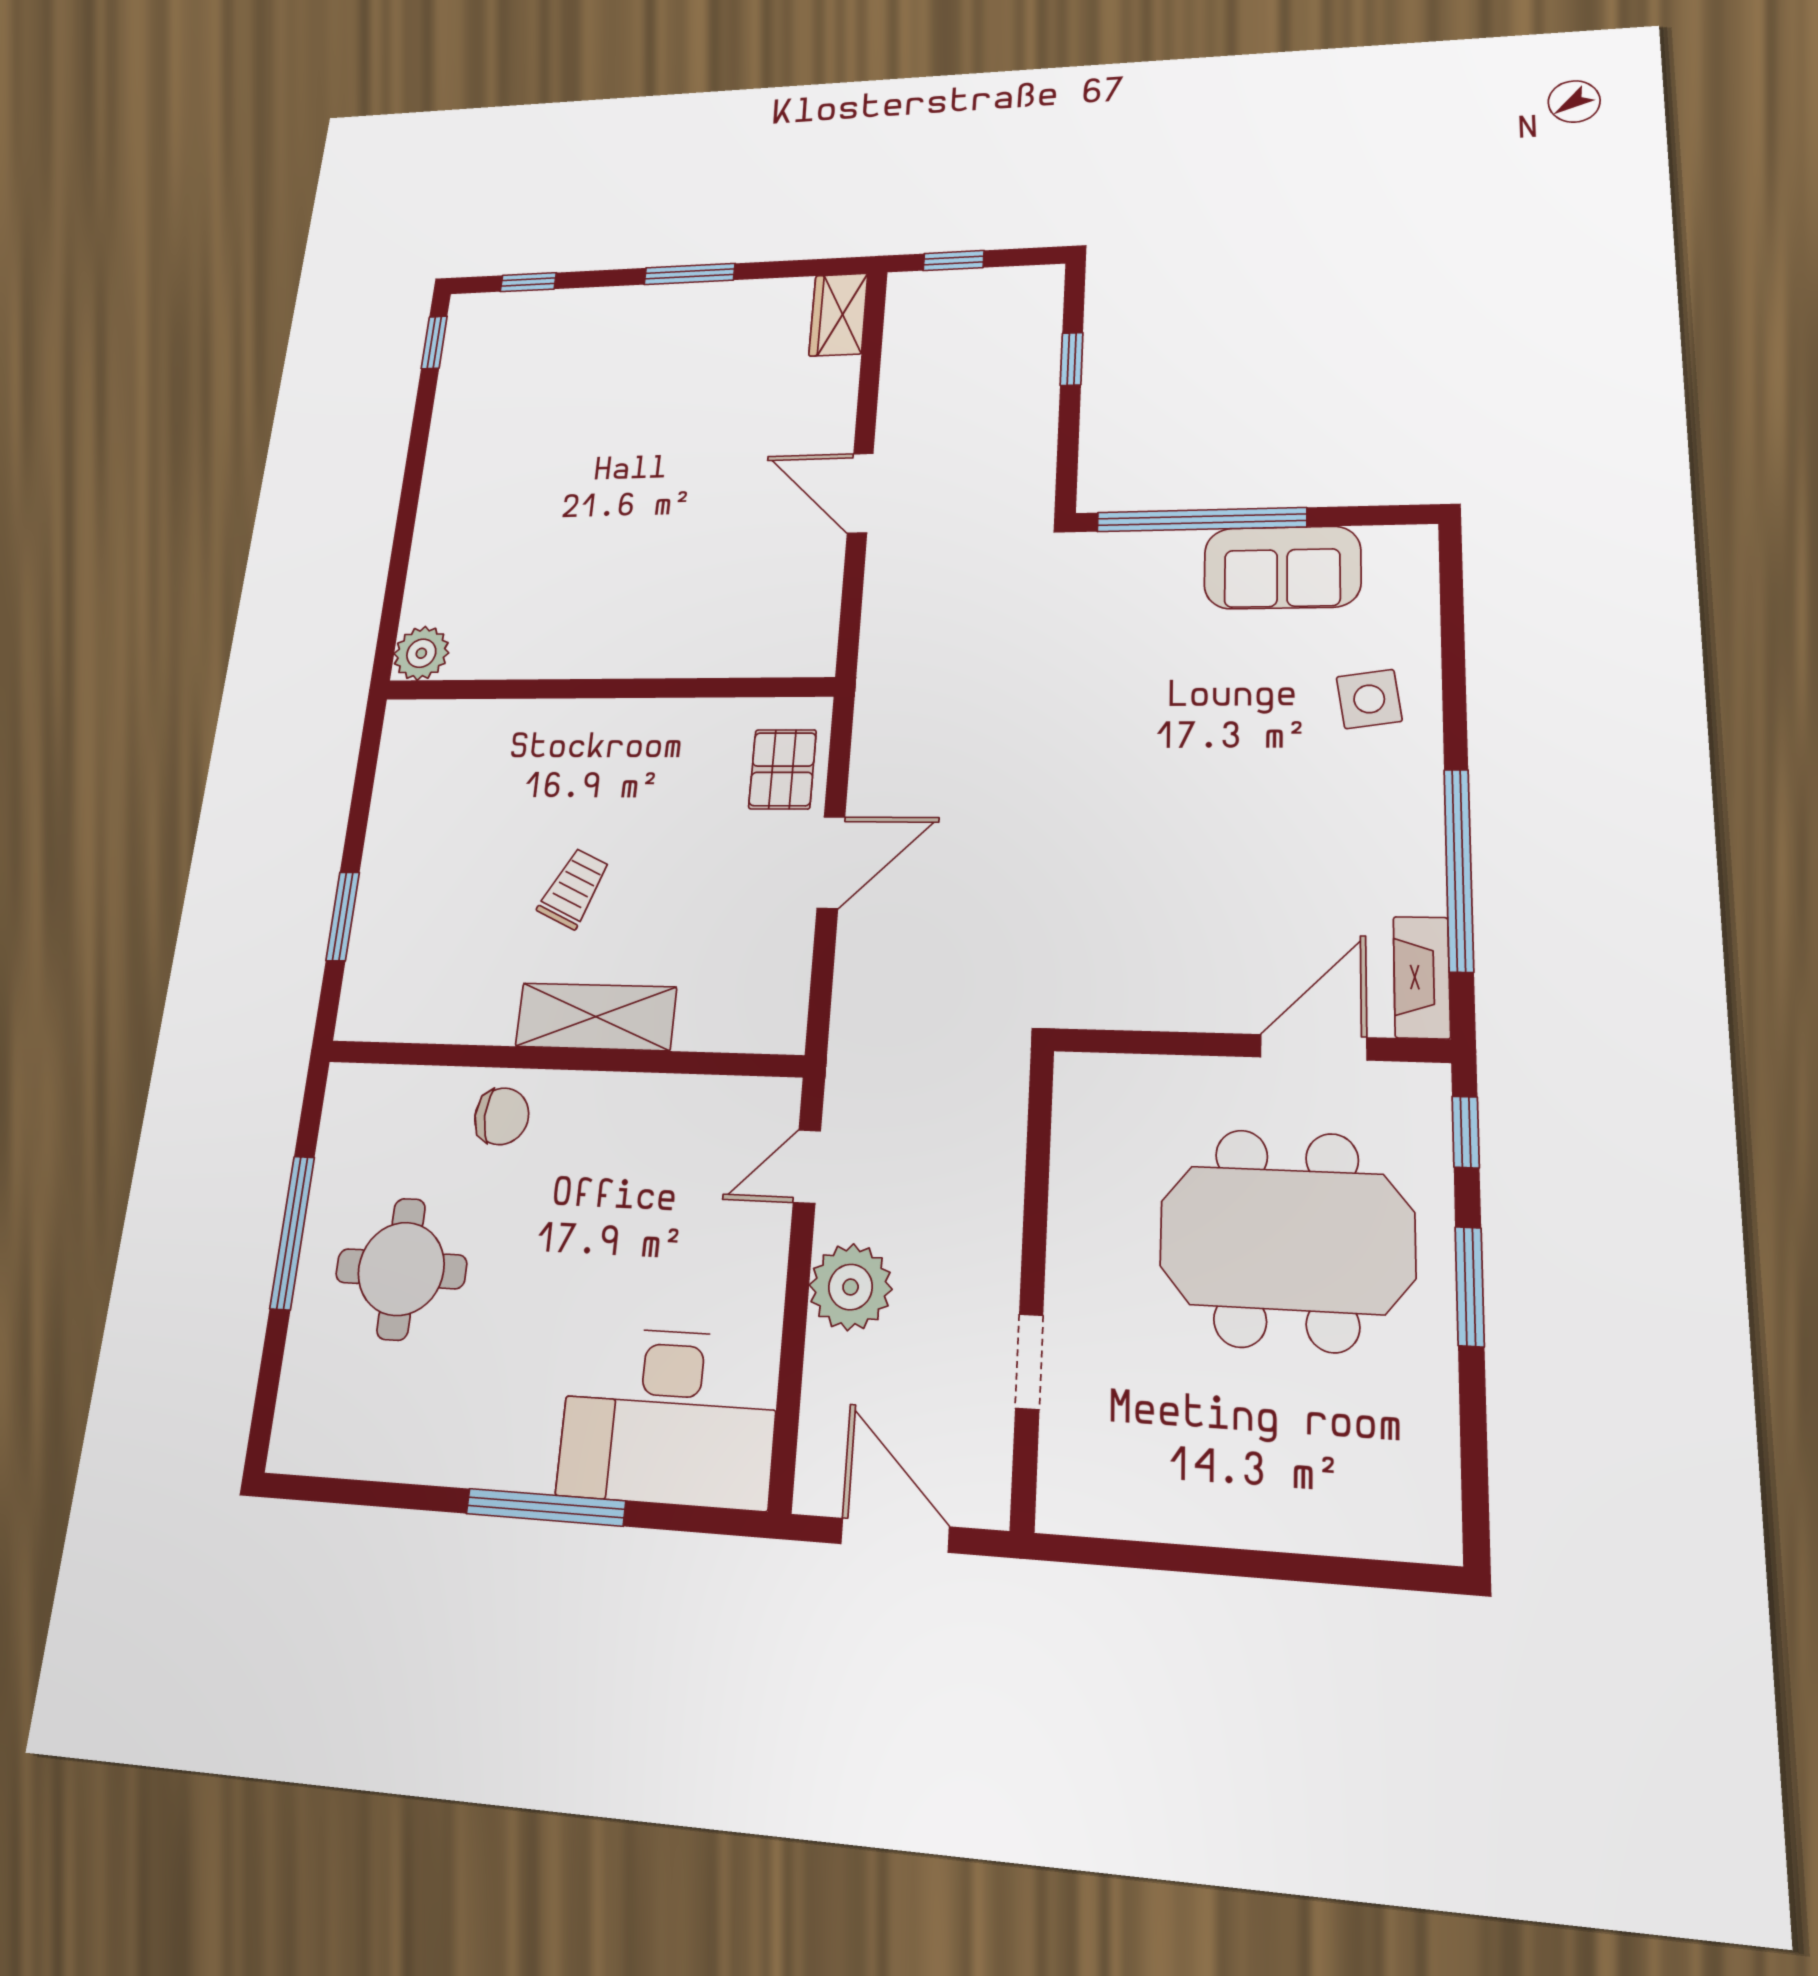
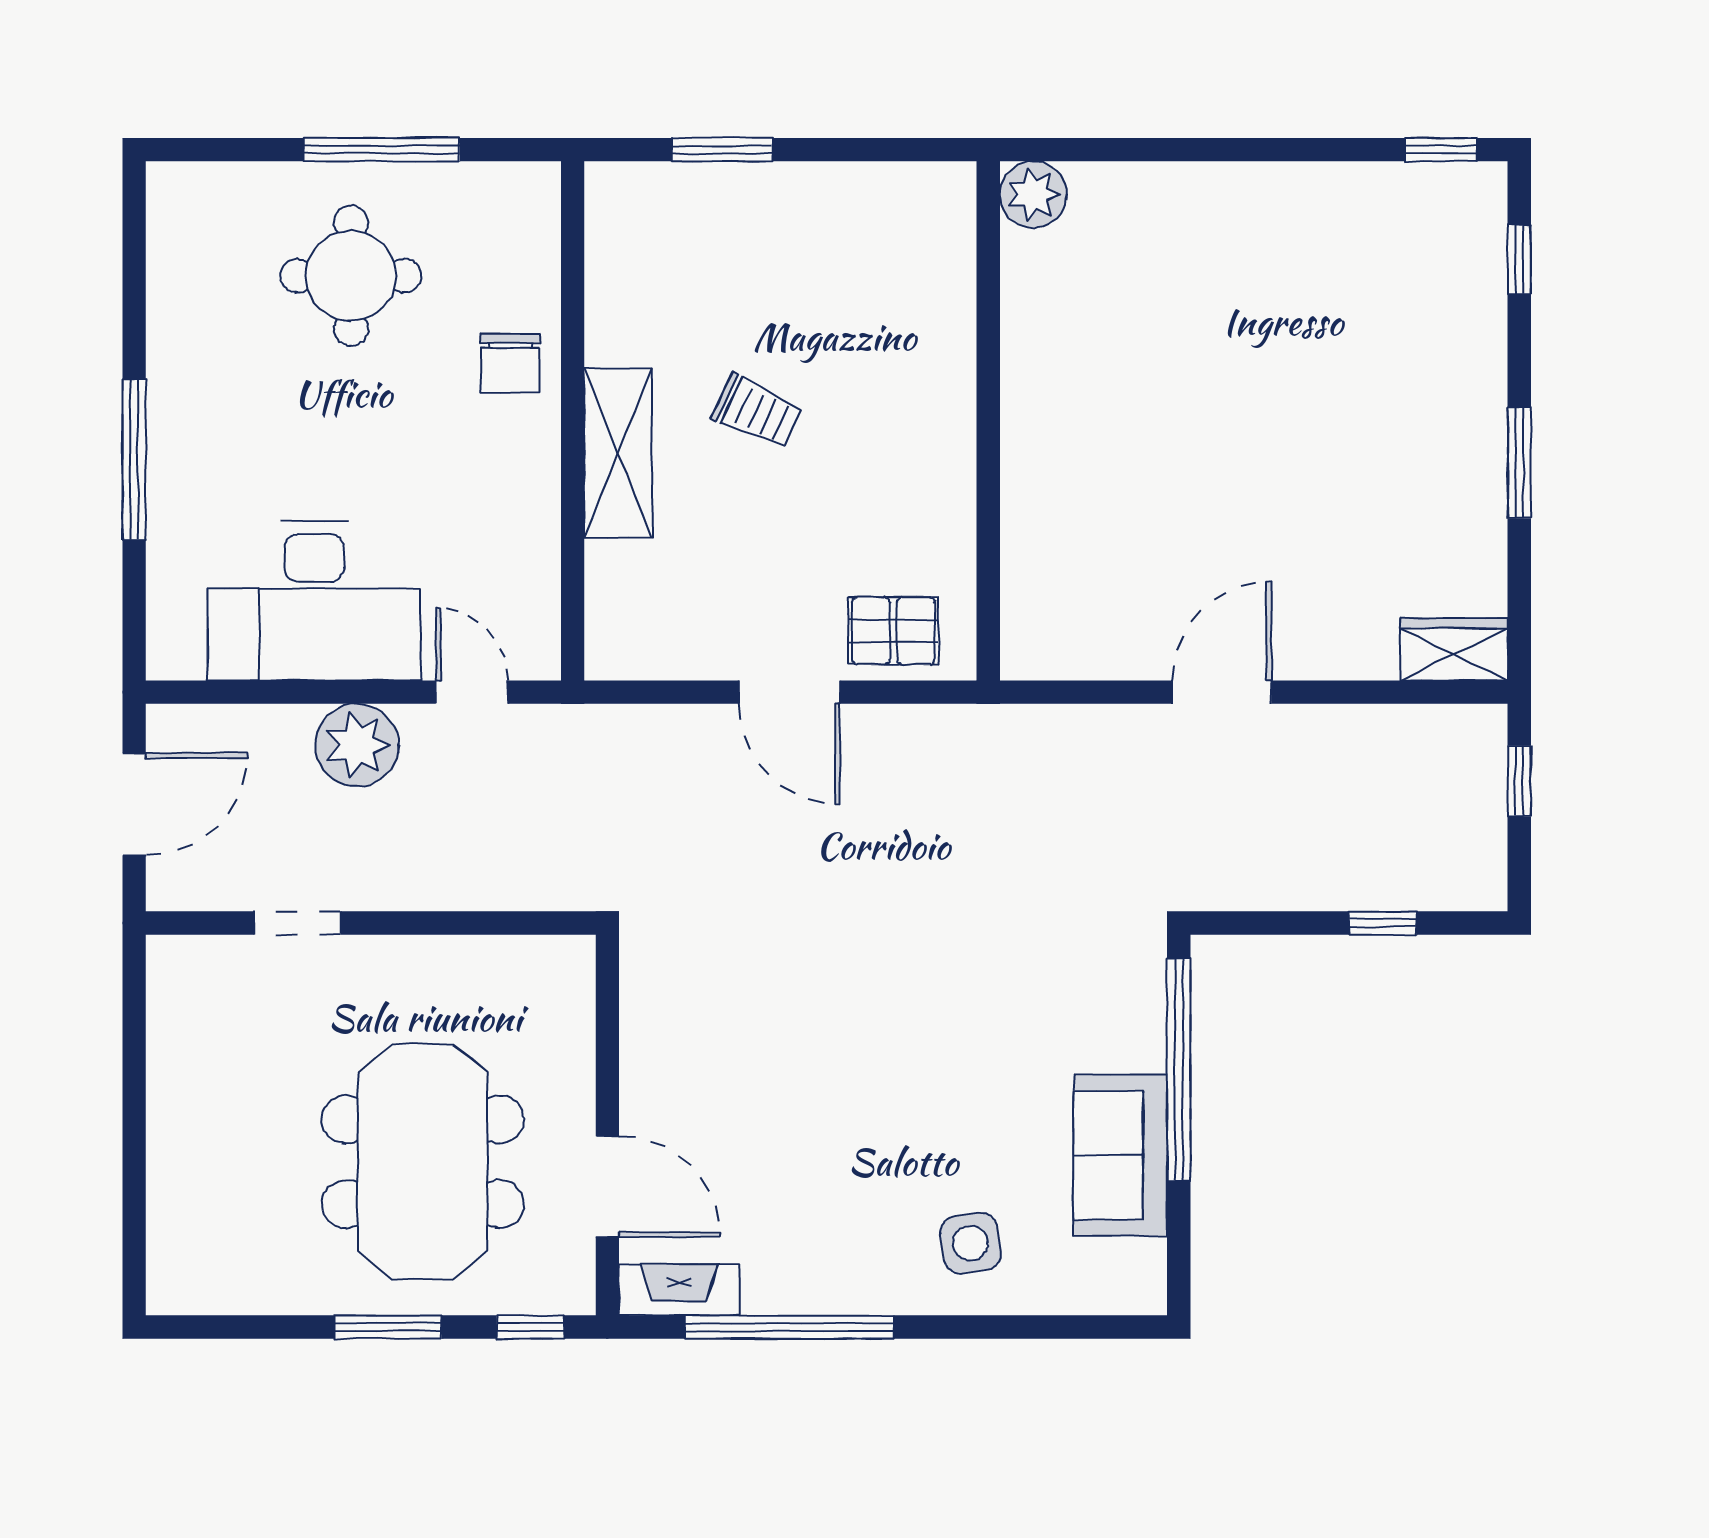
desk: (669, 1417) -> (314, 601), moved, turned -90

